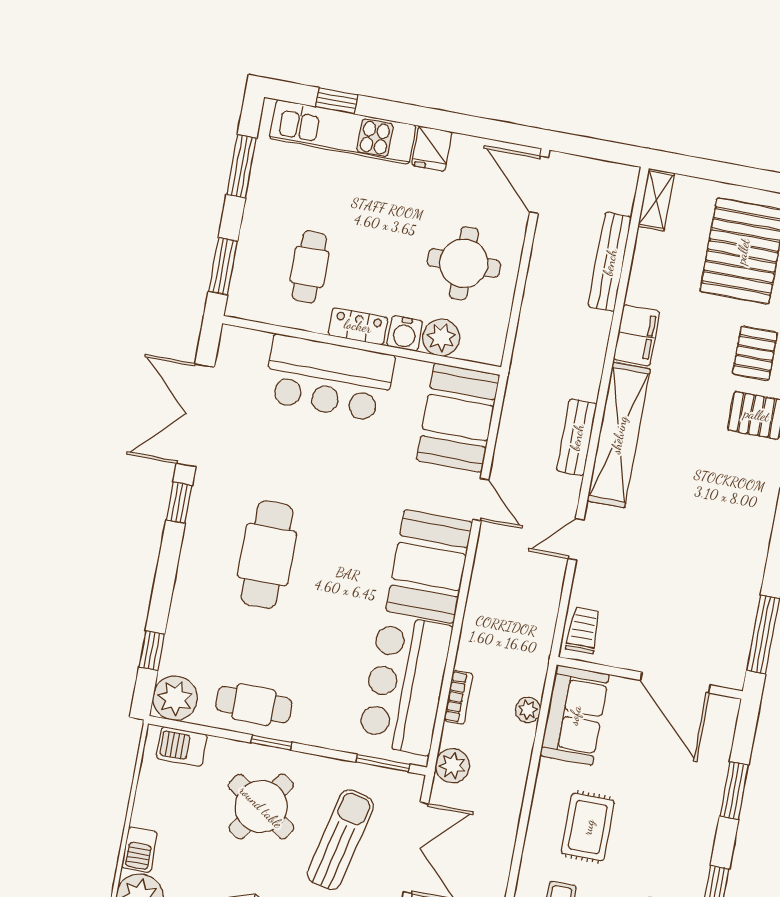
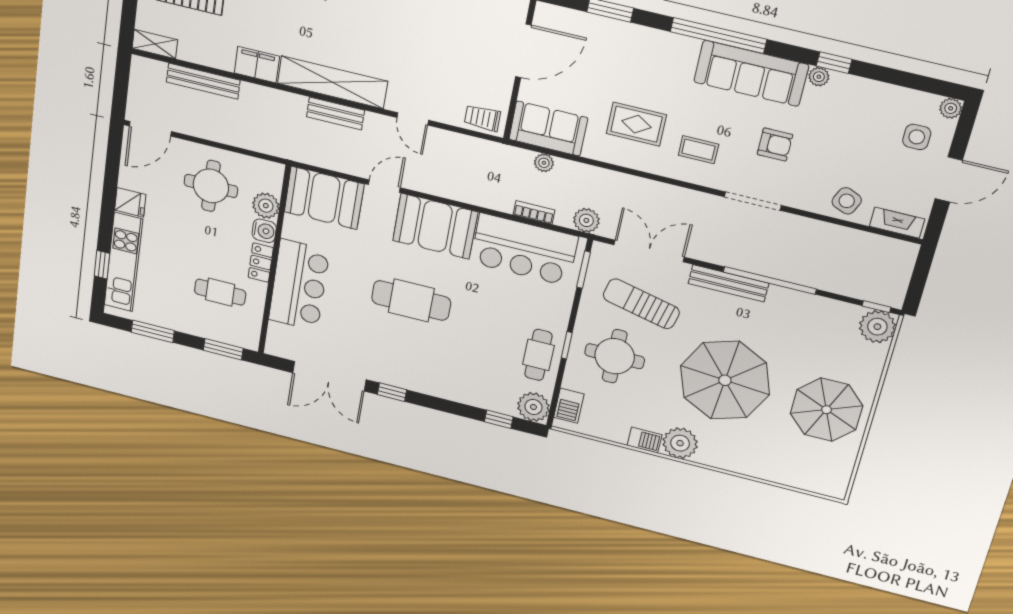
cafe table: (267, 555) -> (411, 300), moved
round table: (261, 807) -> (615, 356), turned -34

